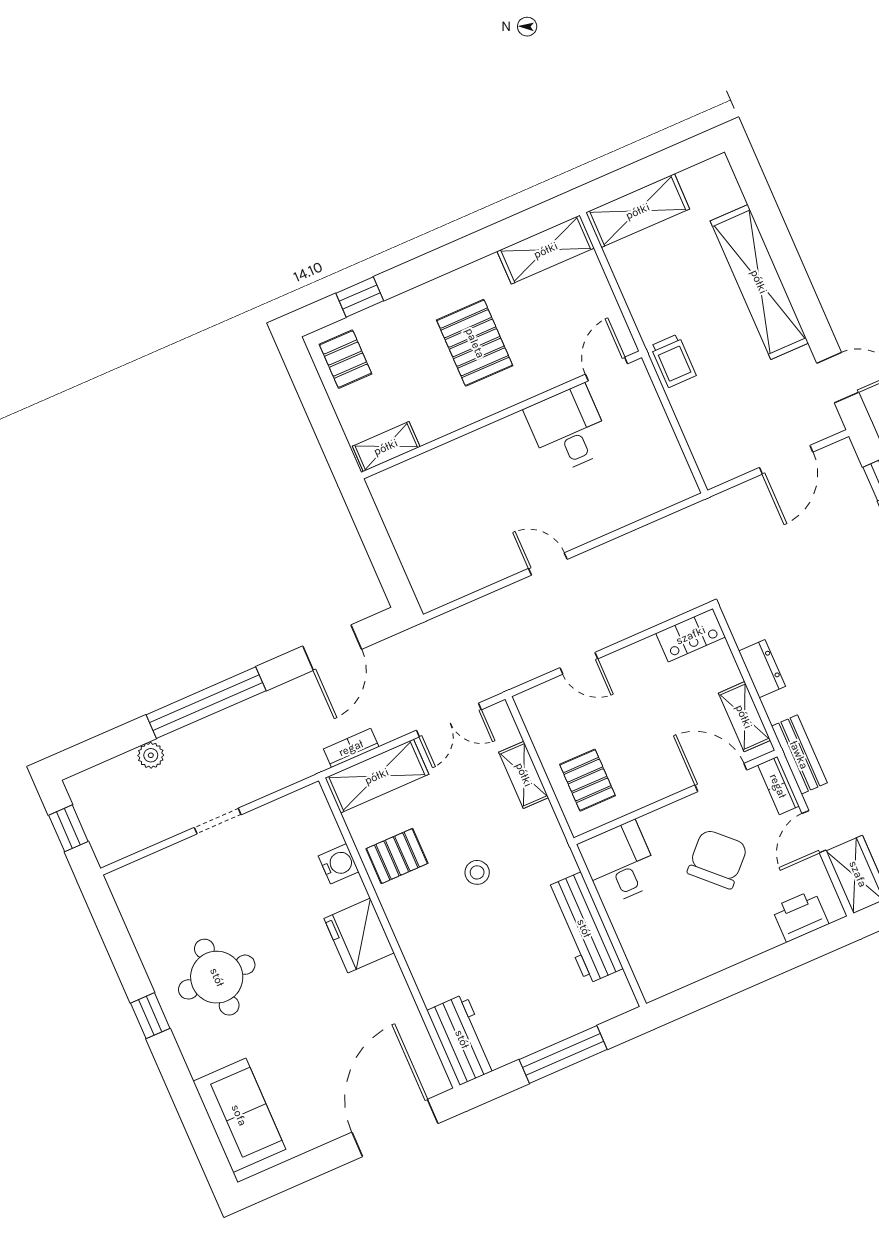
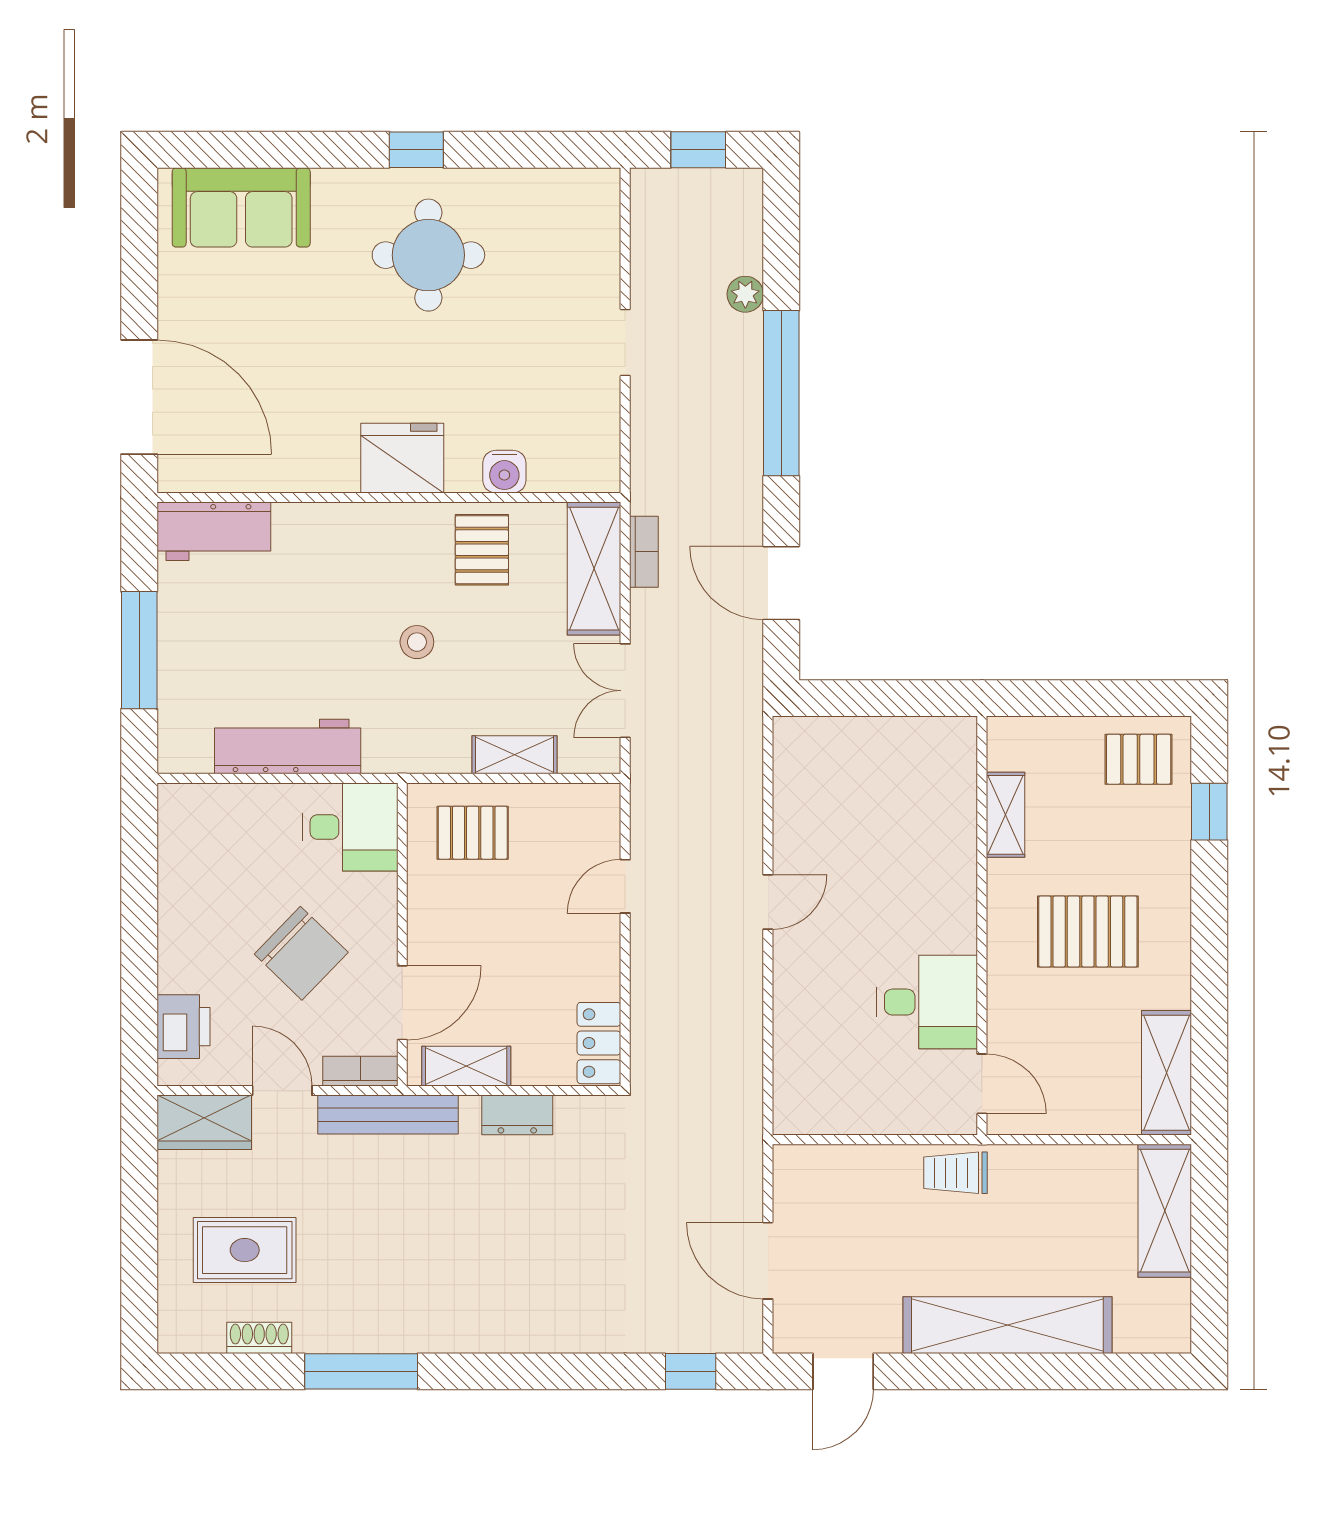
shelving: (386, 447) -> (1006, 815), moved
bench: (799, 755) -> (388, 1115), width x1.36

